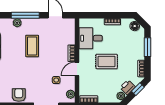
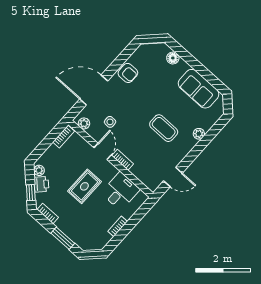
window: (25, 15) -> (199, 148), removed
floor lamp: (135, 26) -> (94, 244), removed

